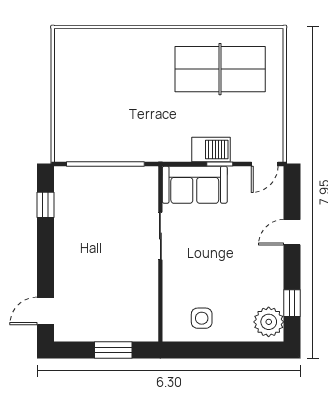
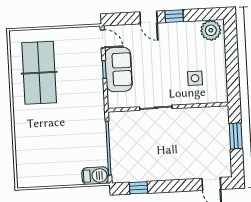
barbecue: (211, 149) -> (95, 176), moved, turned 90
sofa: (195, 185) -> (119, 69), moved
window: (292, 303) -> (174, 16), moved
side table: (202, 318) -> (195, 78), moved

